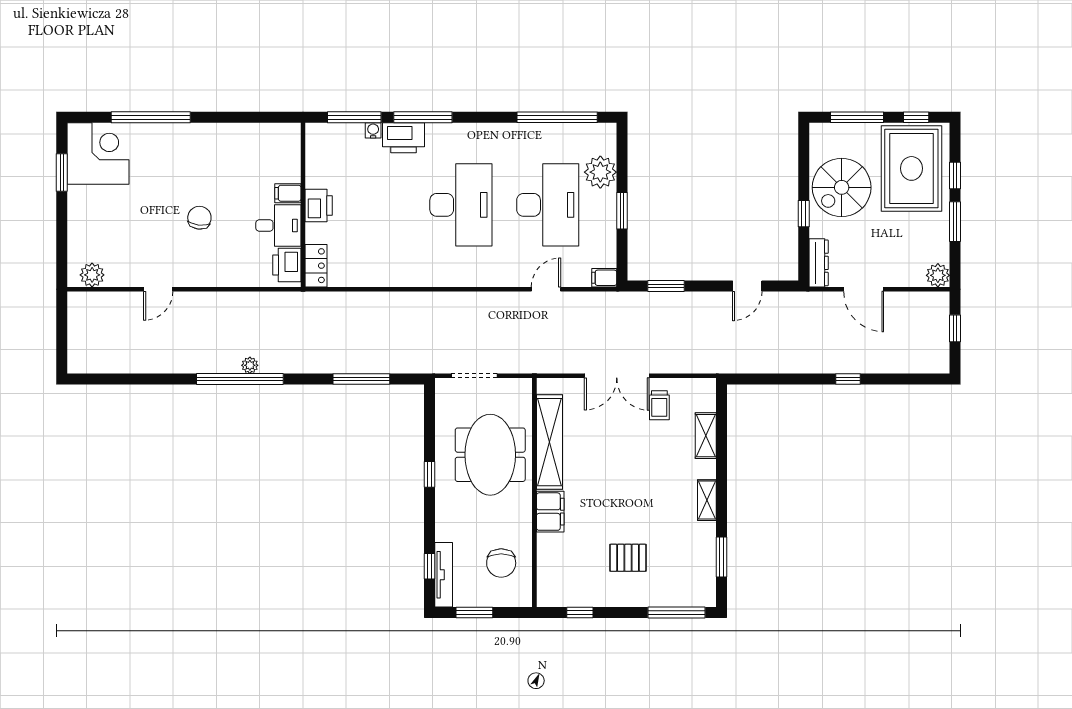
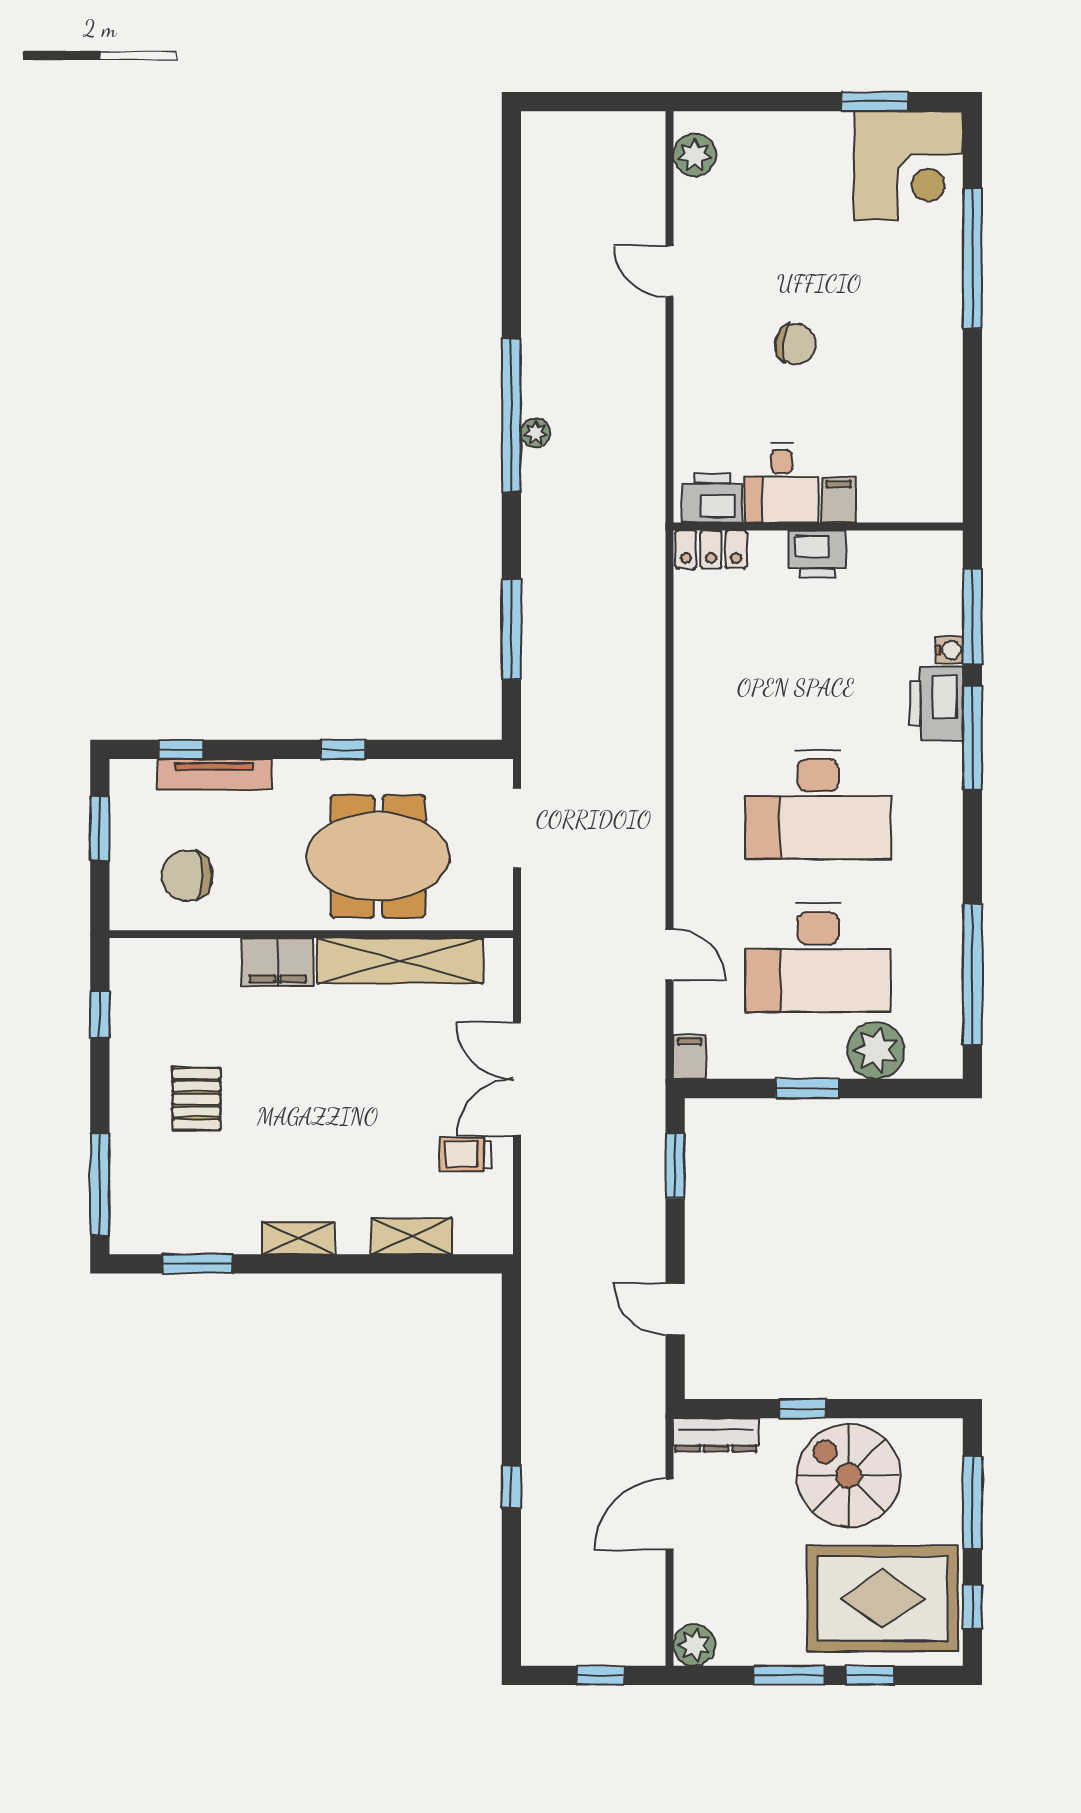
tv unit: (444, 575) -> (214, 774), moved

